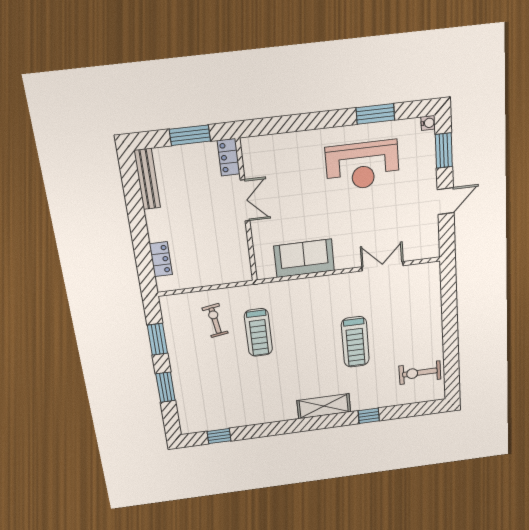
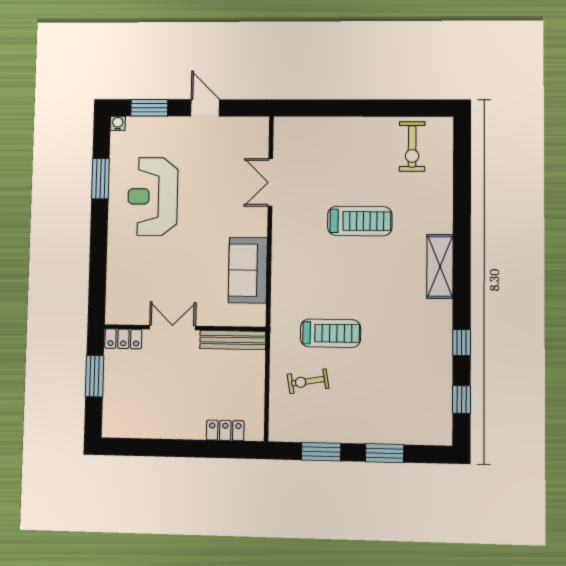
reception desk: (362, 165) -> (153, 196), turned 180
bench: (147, 179) -> (233, 340), moved
window: (369, 416) -> (462, 342), moved

